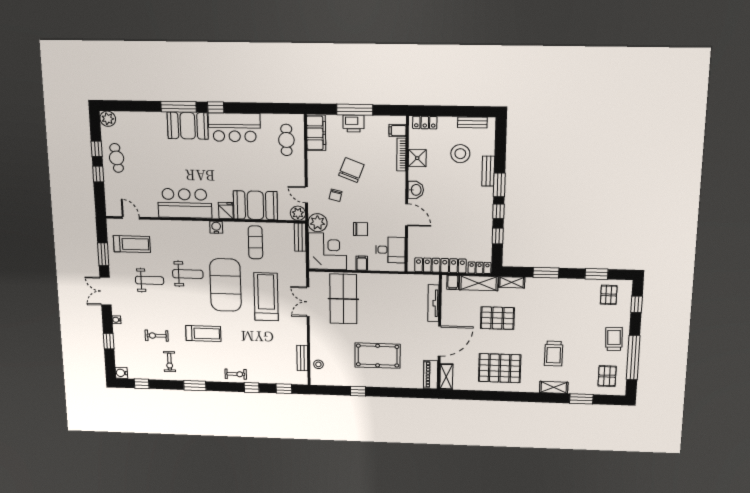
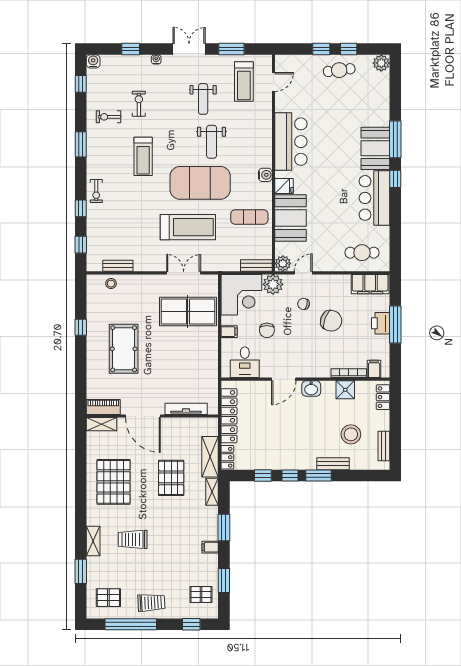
filing cabinet: (453, 282) -> (210, 547), moved

